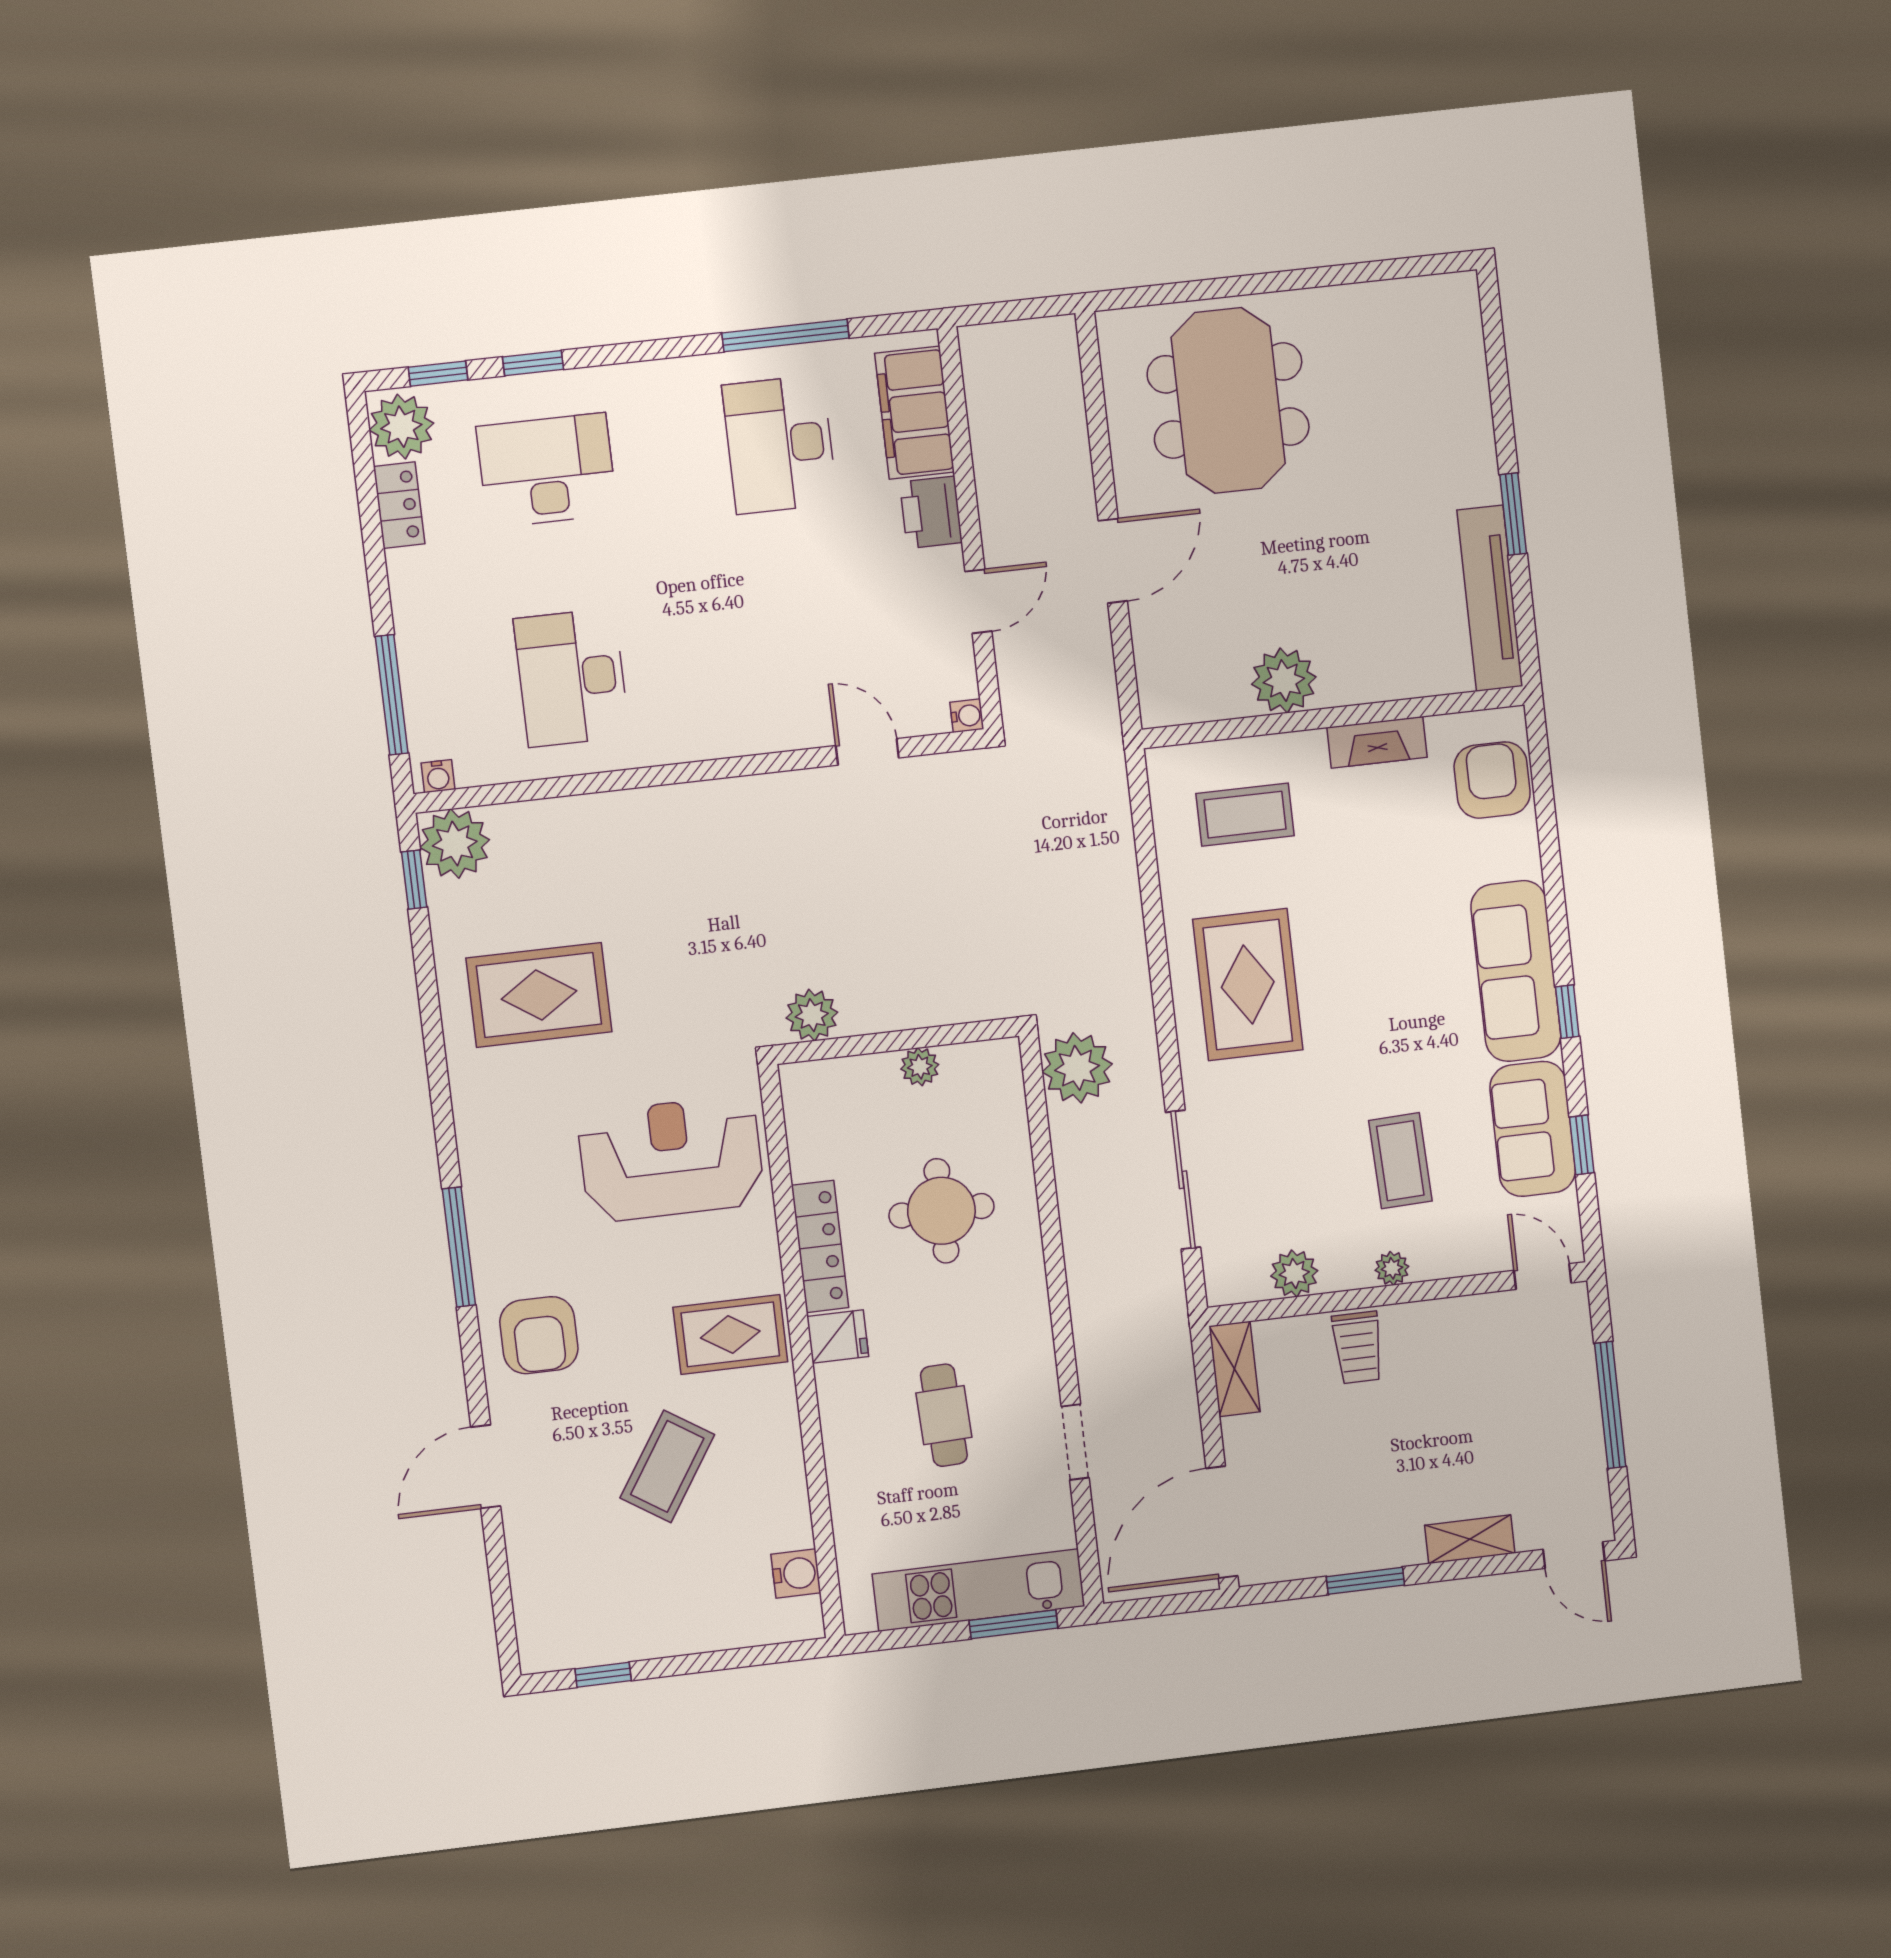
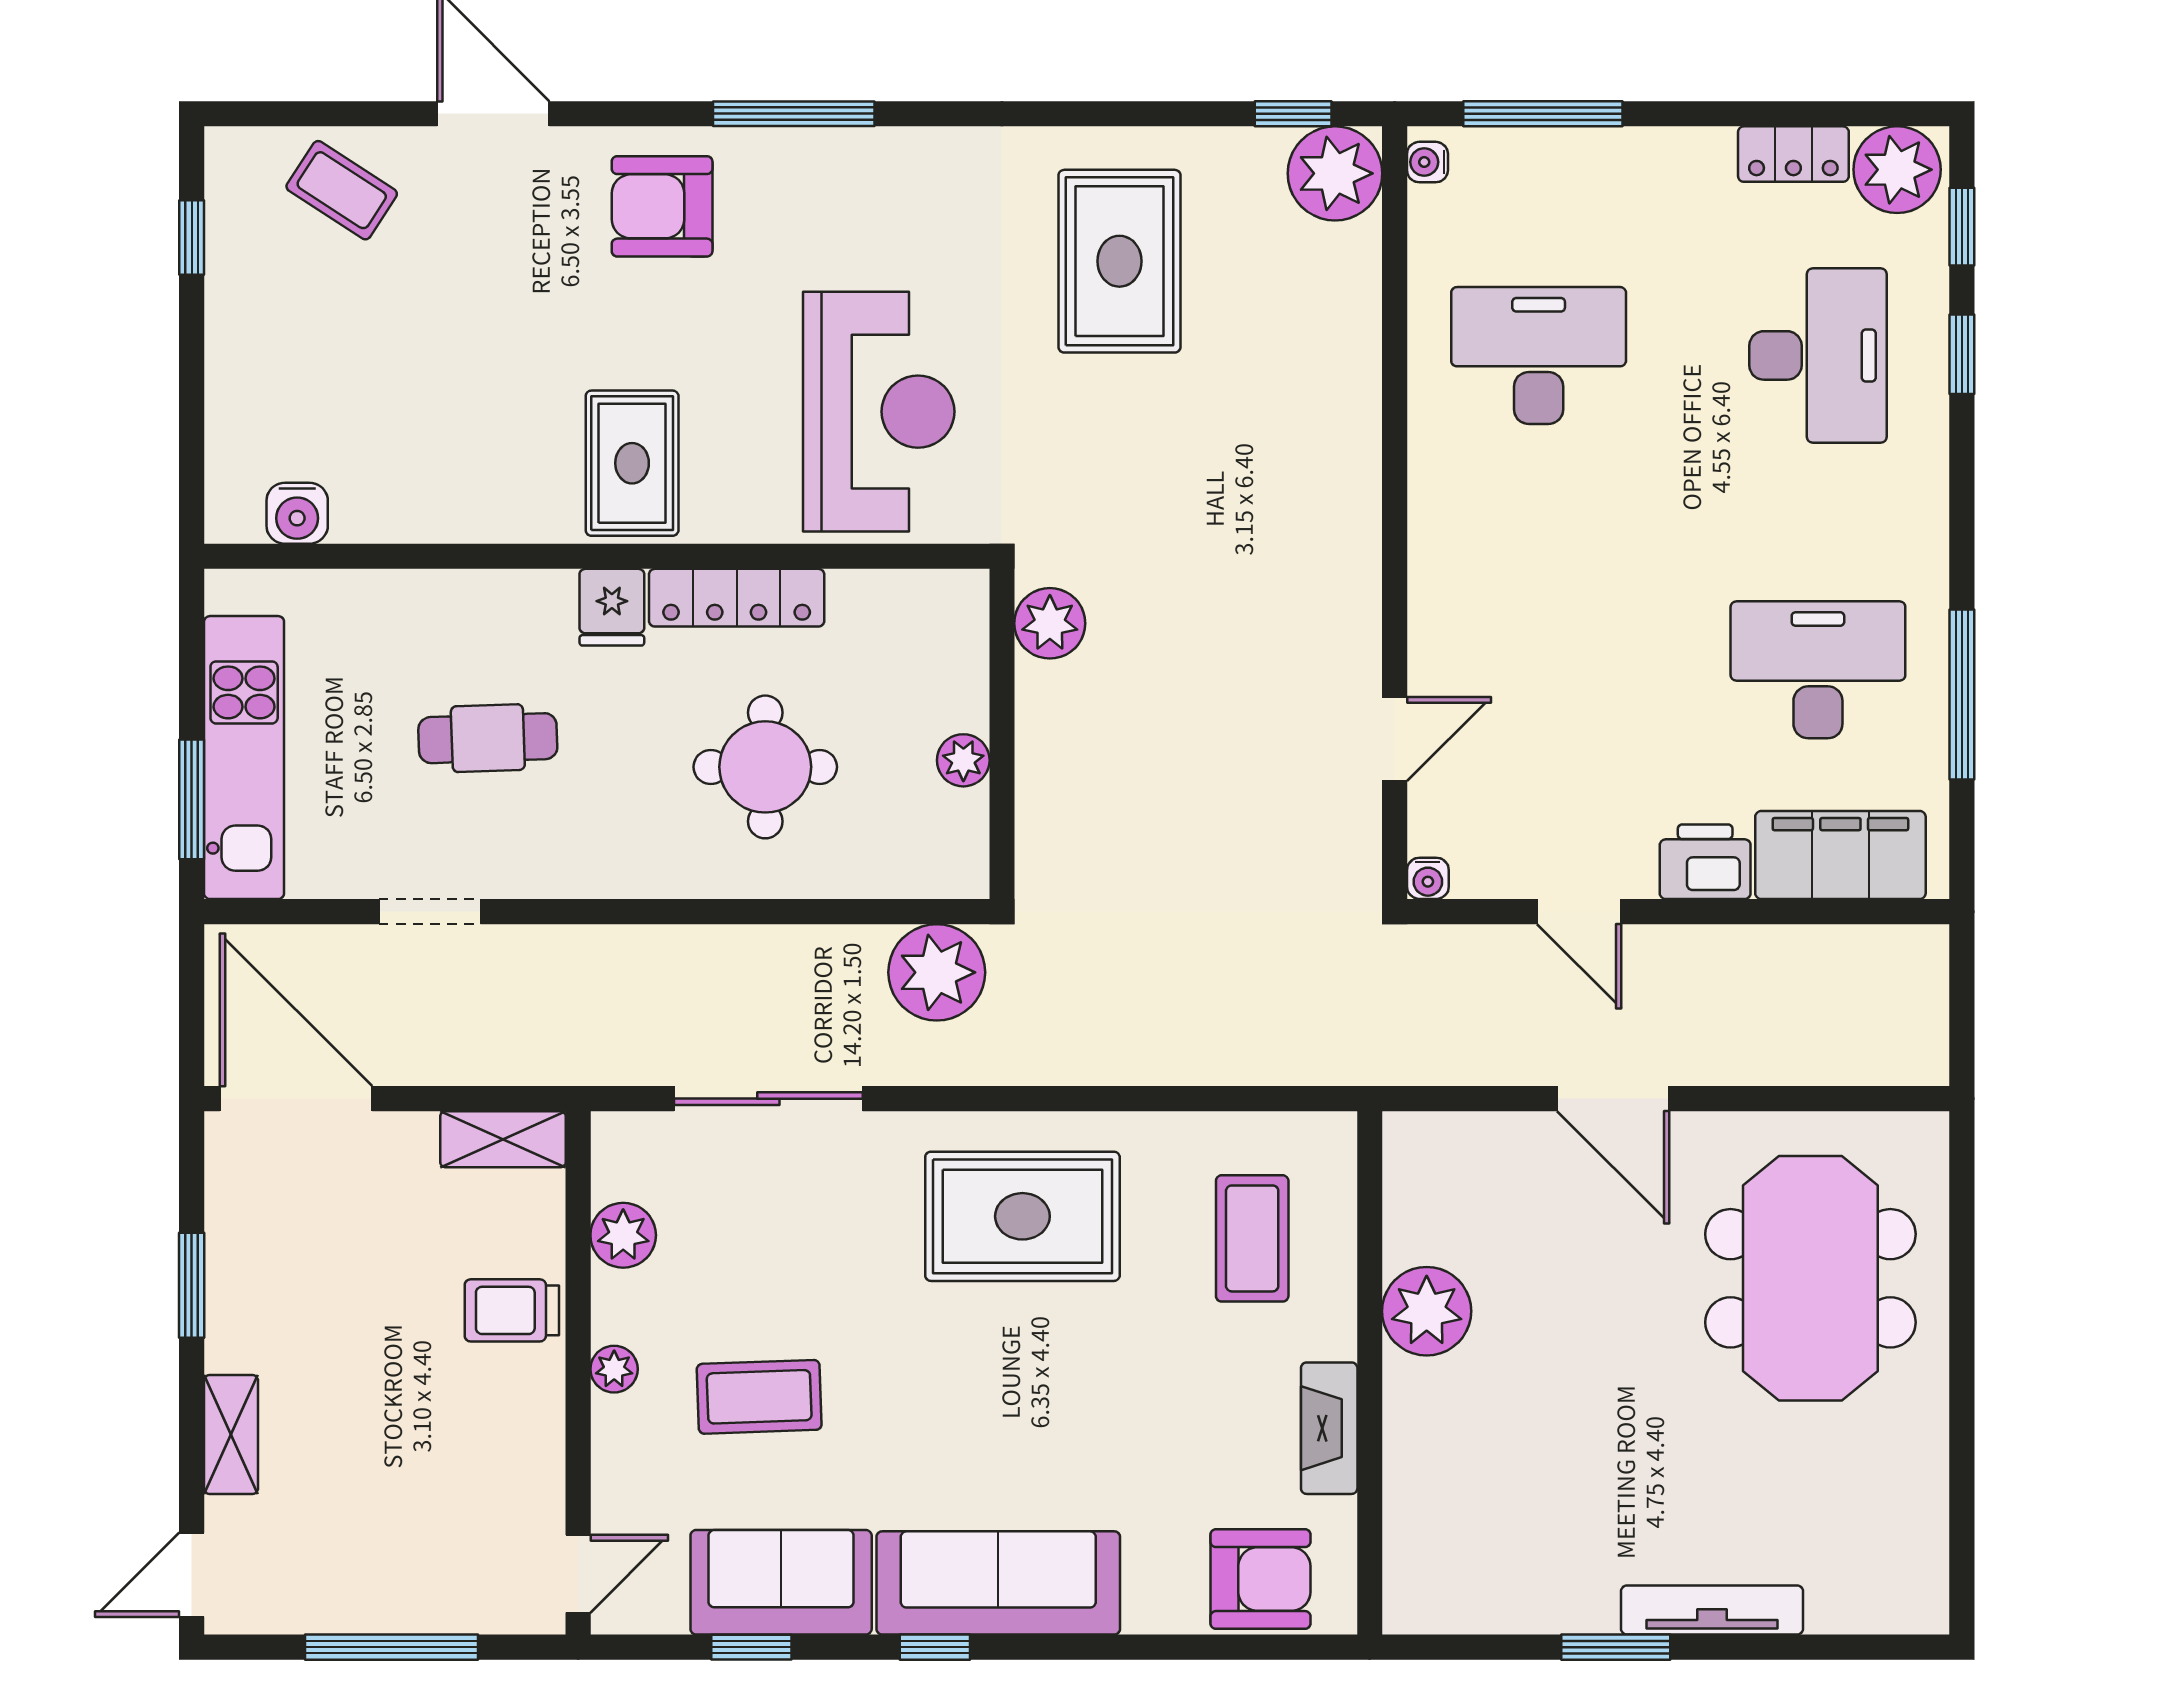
meeting table: (1228, 400) -> (1810, 1278), turned 90
tv unit: (1490, 598) -> (1712, 1610), moved, width x0.73, depth x0.78
coffee table: (667, 1466) -> (342, 190), moved, width x0.73, depth x0.77

